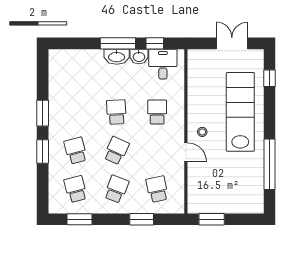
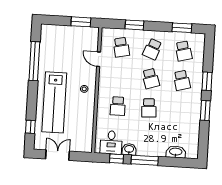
double door: (232, 43) -> (58, 155), swing flipped
washbasin: (117, 57) -> (176, 152), moved
school desk: (116, 151) -> (151, 78), turned -42
door: (186, 152) -> (99, 59), moved

